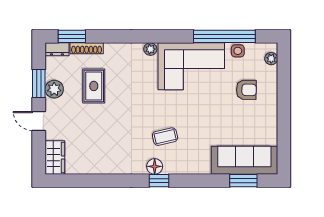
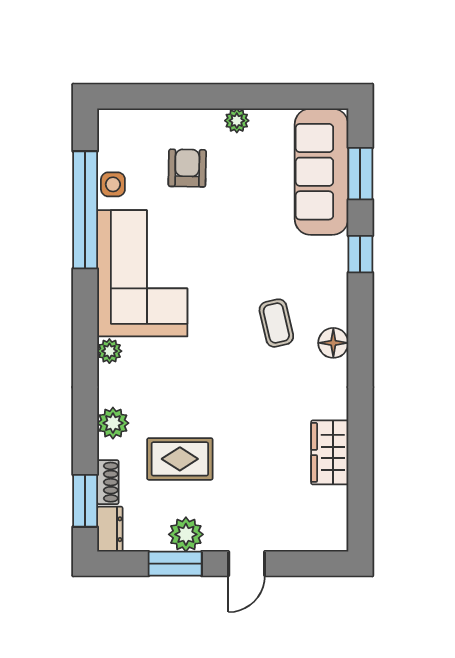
shoe rack: (87, 48) -> (108, 482), width x0.70
plant: (113, 51) -> (113, 423), added
plant: (271, 59) -> (237, 121), moved
wardrobe: (55, 158) -> (330, 452), moved, turned -90
window: (159, 181) -> (360, 254), moved

